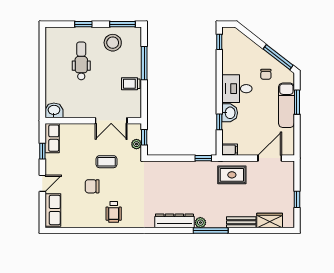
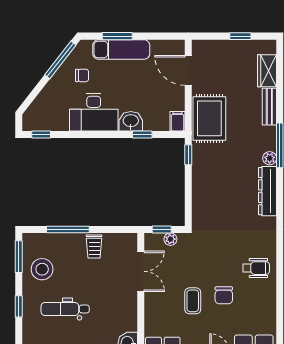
desk: (237, 89) -> (94, 112), width x1.37
coffee table: (107, 162) -> (193, 301), moved
rug: (232, 175) -> (209, 118), width x1.36, depth x1.43

